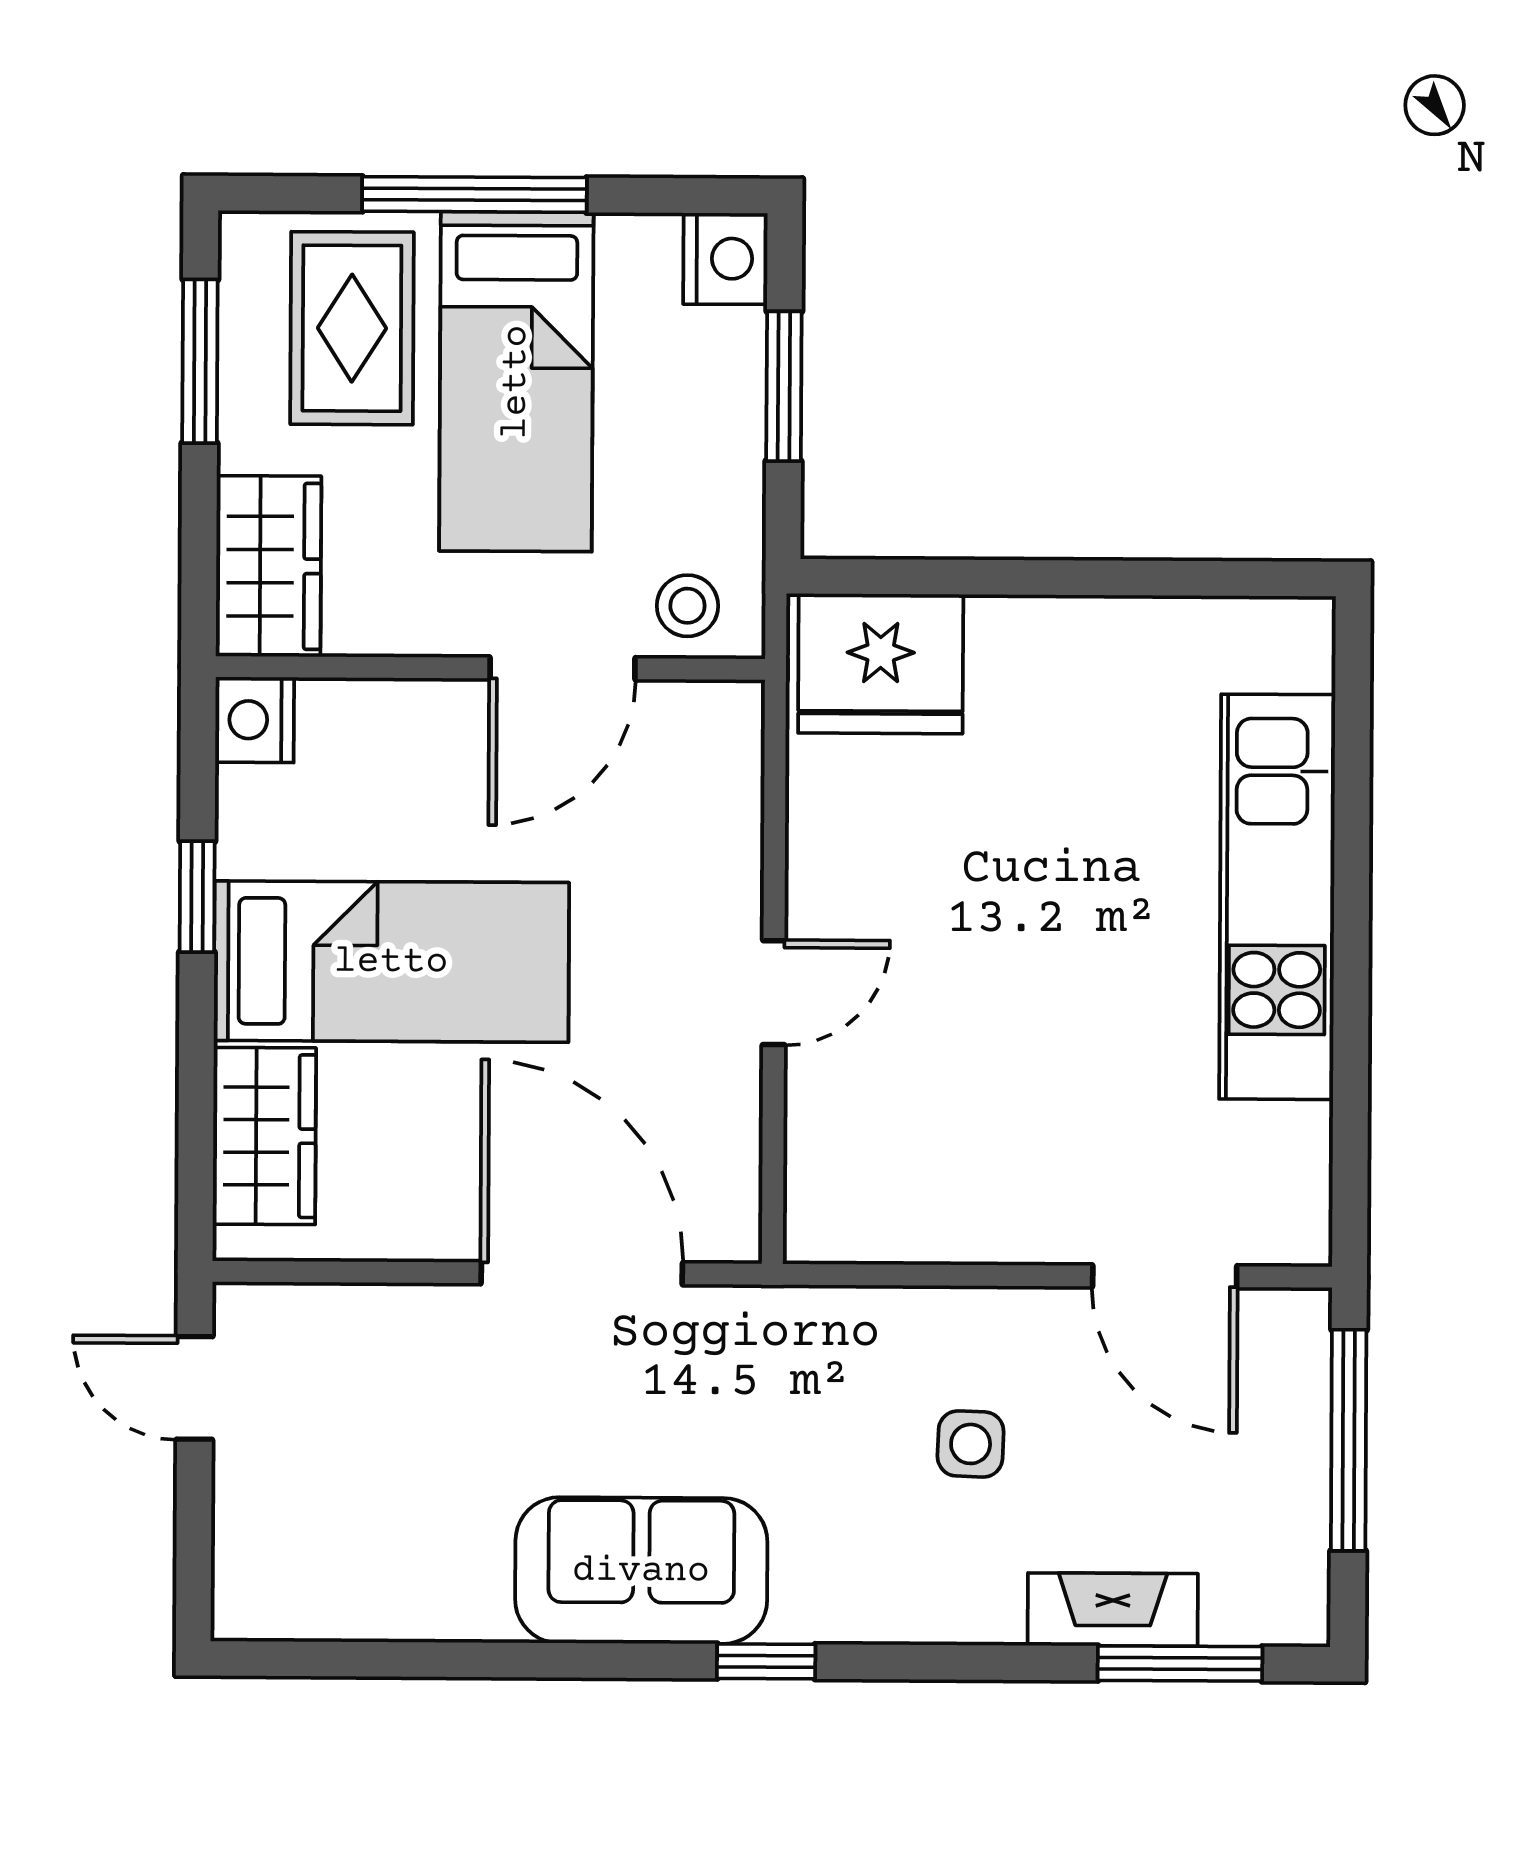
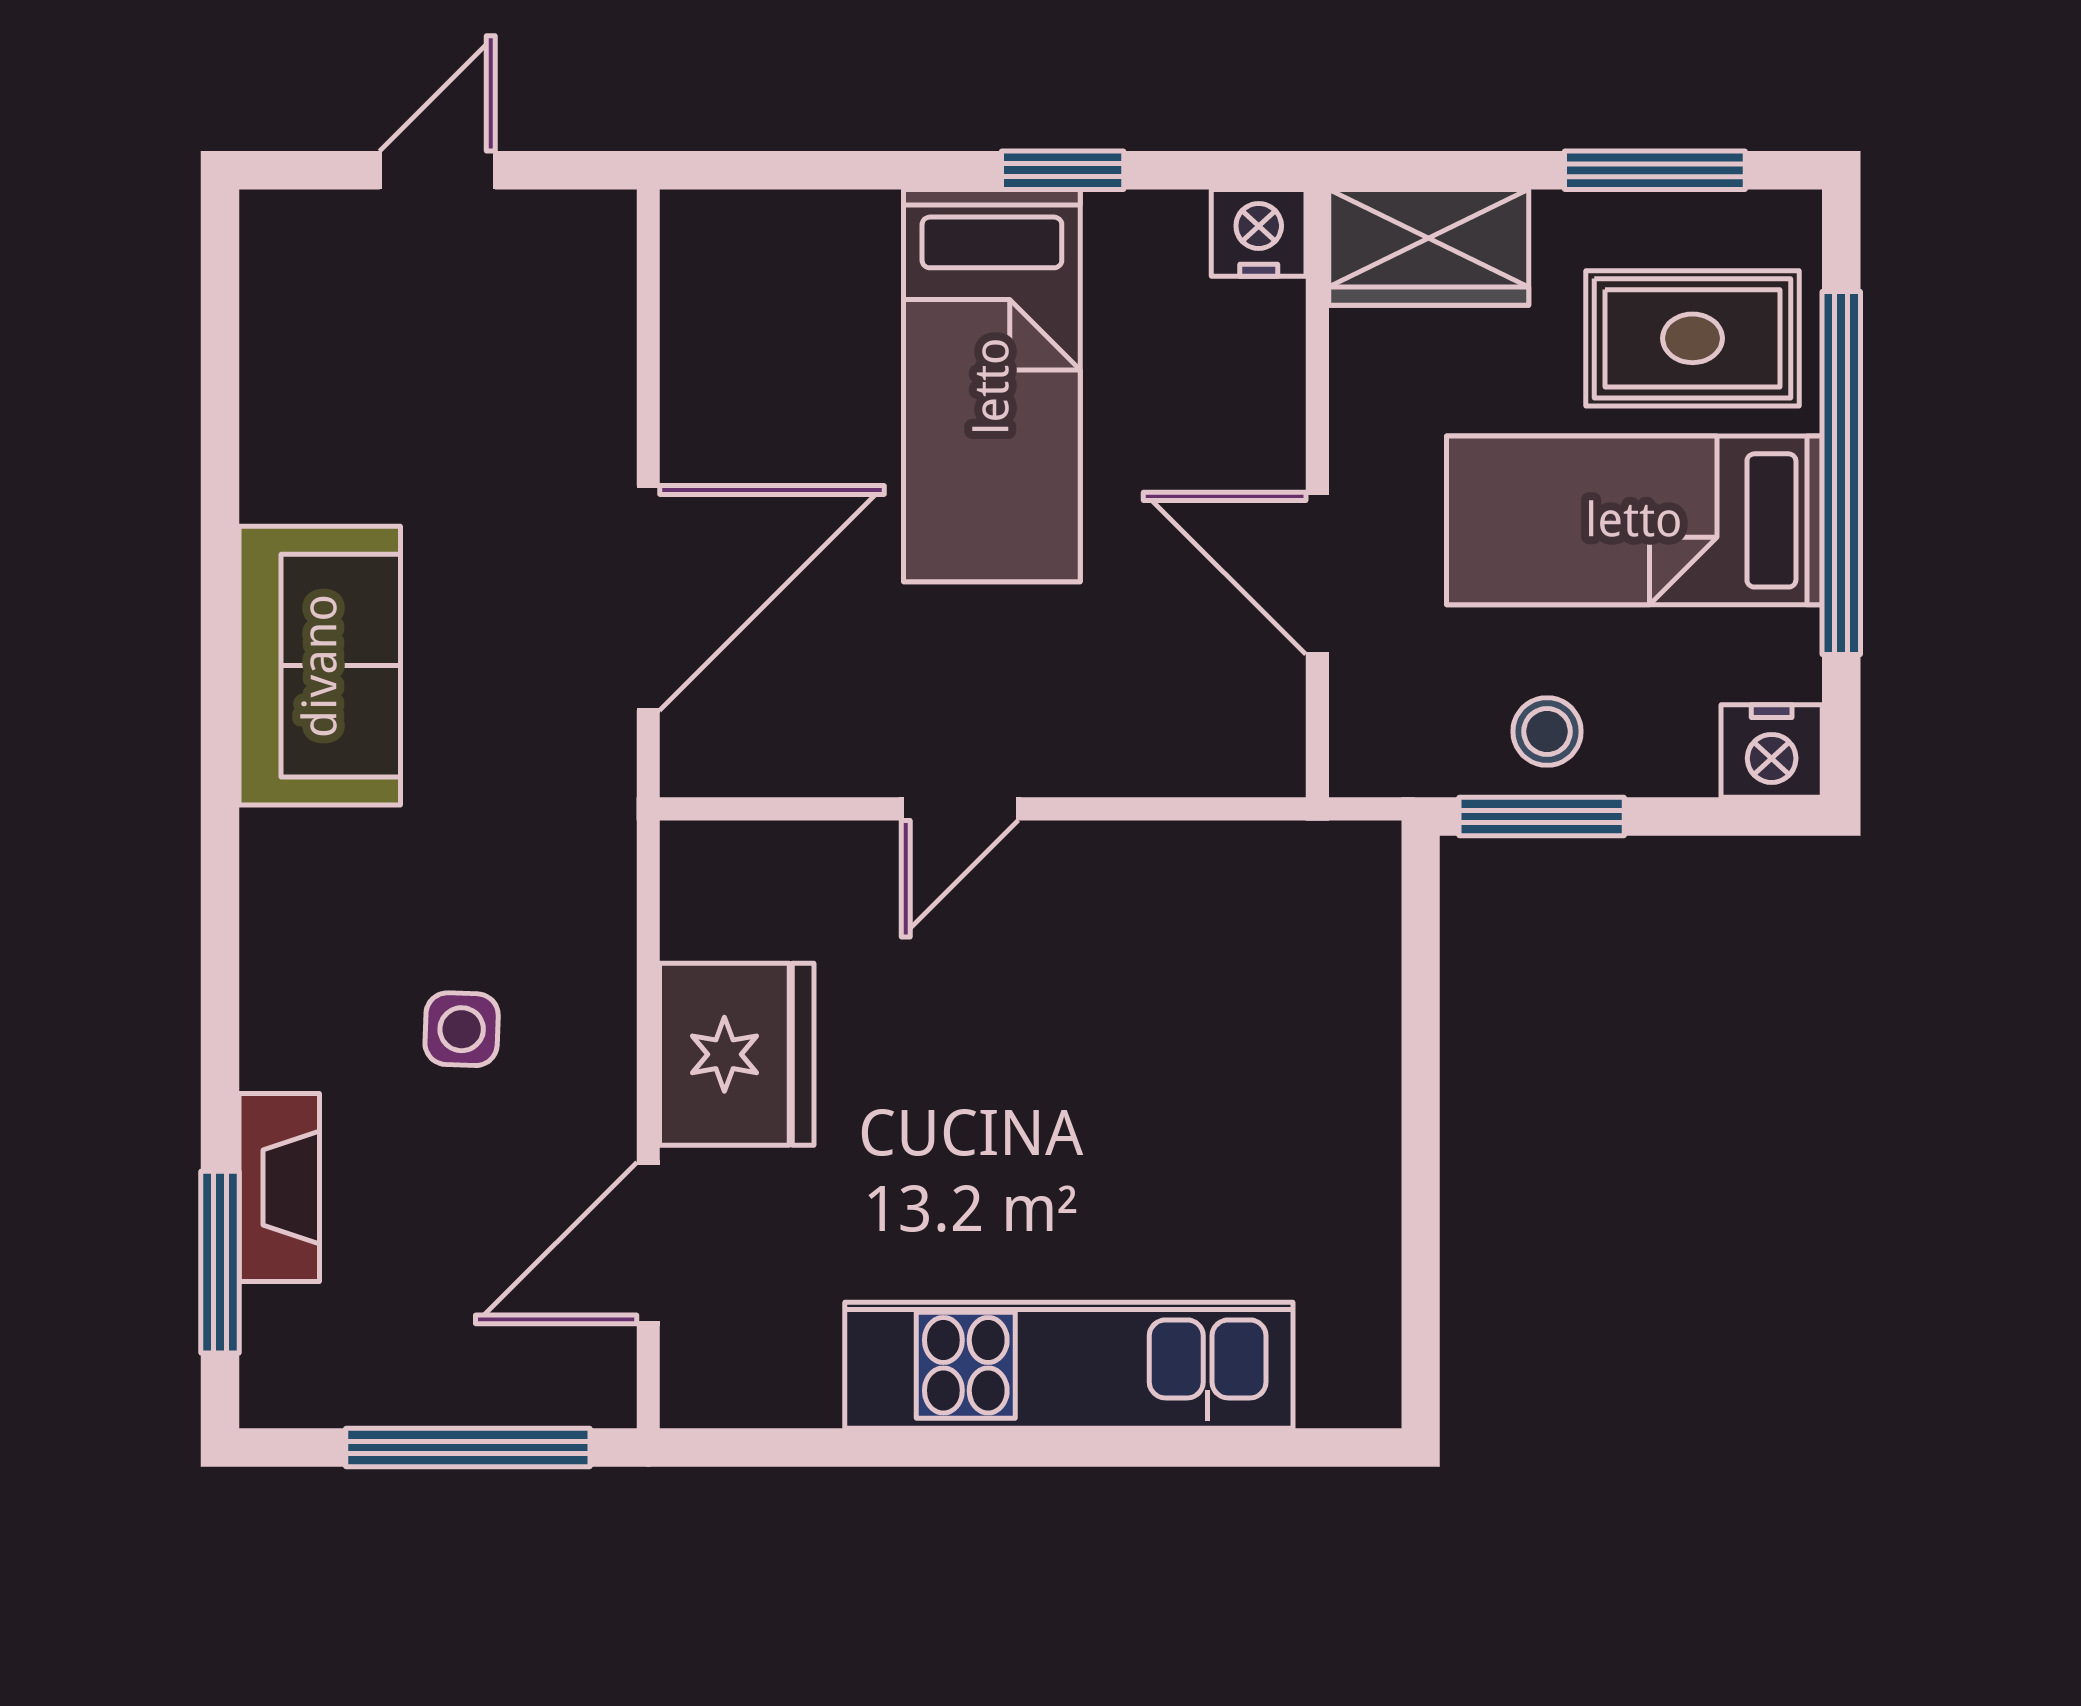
window: (474, 194) -> (1841, 473), width x1.46
window: (784, 386) -> (1542, 817), moved
stool: (687, 606) -> (1547, 731), moved
fridge: (881, 664) -> (737, 1054), moved, turned 180
door: (774, 993) -> (960, 809), hinge flipped
wardrobe: (264, 1136) -> (798, 246), removed
door: (195, 1388) -> (437, 170), moved
window: (766, 1661) -> (220, 804), removed

